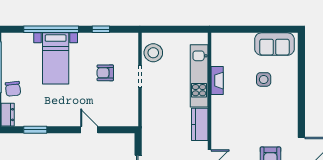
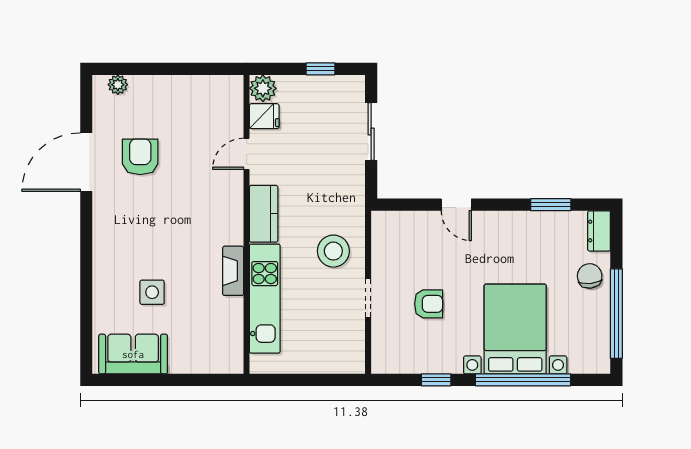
stool: (153, 53) -> (333, 251), moved
bed with nightstands: (56, 58) -> (515, 329), width x1.36
fireplace: (217, 81) -> (233, 271), moved

